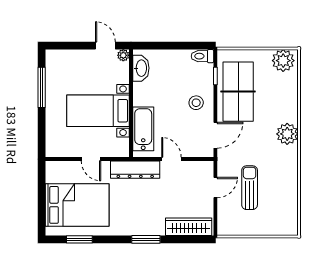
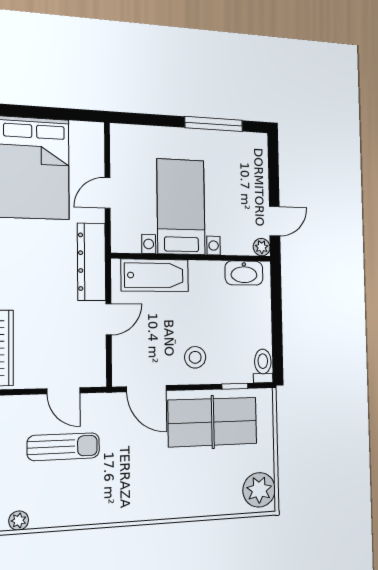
plant: (287, 134) -> (19, 521), moved, width x0.53, depth x0.53

